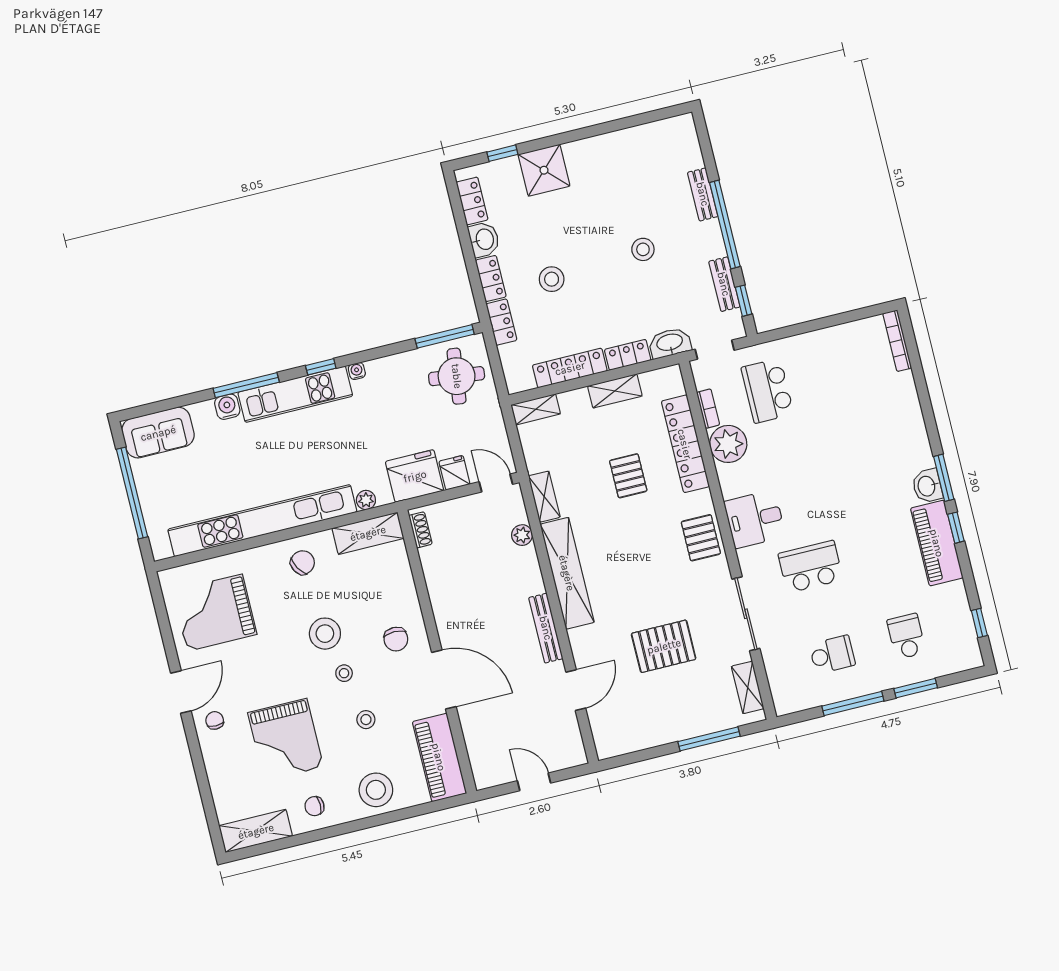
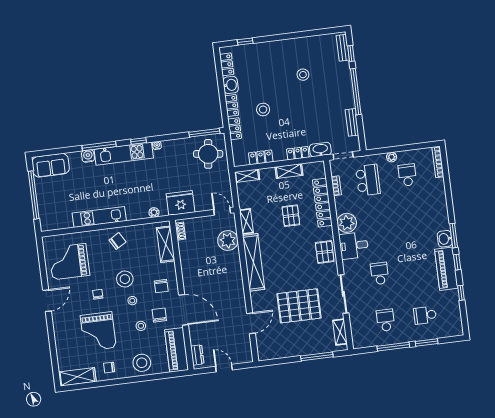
shower: (544, 170) -> (266, 53), removed
bench: (703, 194) -> (343, 48), moved
stool: (643, 249) -> (303, 75), moved
window: (744, 301) -> (351, 53), moved
plant: (808, 342) -> (392, 157), added
locker: (570, 368) -> (261, 157), width x0.66
school desk: (842, 373) -> (407, 175), added
school desk: (767, 391) -> (368, 180), turned 180
plant: (728, 444) -> (347, 223), moved
fridge: (454, 473) -> (201, 204), removed
kitchen unit: (262, 521) -> (99, 217), width x0.54
shelving: (368, 533) -> (166, 244), moved, turned 90
plant: (522, 535) -> (228, 240), width x1.87, depth x1.87
school desk: (811, 567) -> (380, 273), width x0.54
window: (979, 623) -> (461, 293), moved
bench: (546, 628) -> (239, 289), removed
school desk: (906, 636) -> (425, 315), turned -90
pallet: (664, 646) -> (299, 306), width x1.37, depth x1.41
school desk: (832, 655) -> (386, 320), turned -90
chair: (399, 695) -> (159, 315), added
chair: (215, 720) -> (98, 294), moved
dresser: (480, 763) -> (197, 355), added

